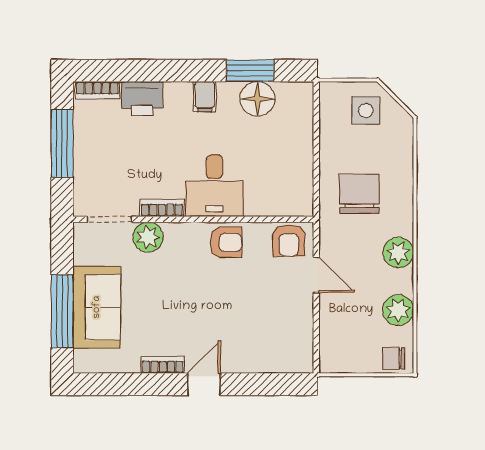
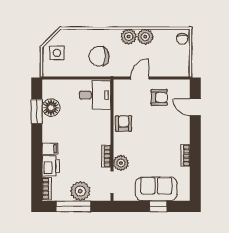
filing cabinet: (205, 97) -> (50, 149), moved
plant: (92, 157) -> (80, 191), added
desk: (214, 186) -> (95, 95), moved
armchair: (289, 240) -> (159, 97), moved
plant: (398, 310) -> (145, 37), moved
window: (62, 311) -> (158, 206), width x0.46
door: (204, 384) -> (195, 107), moved

